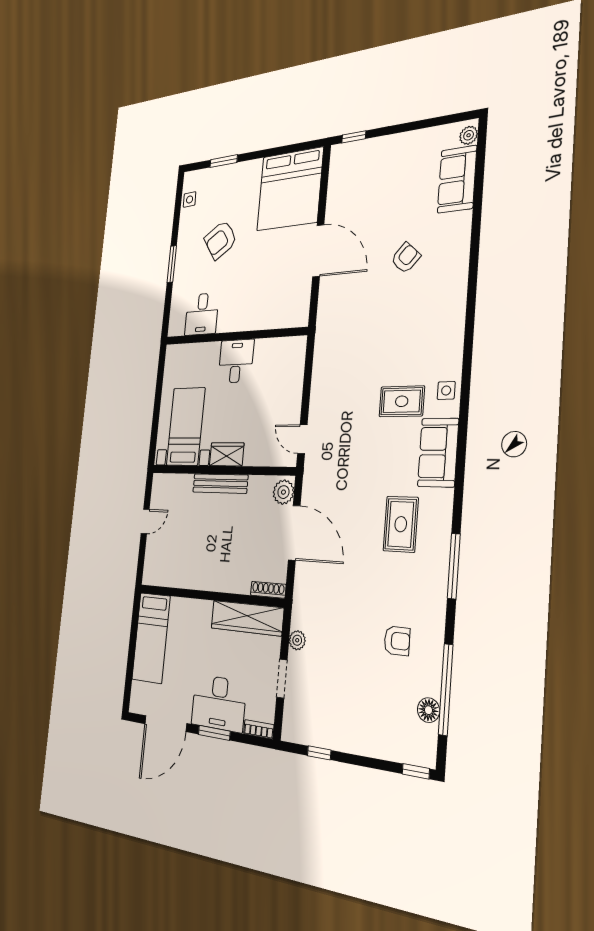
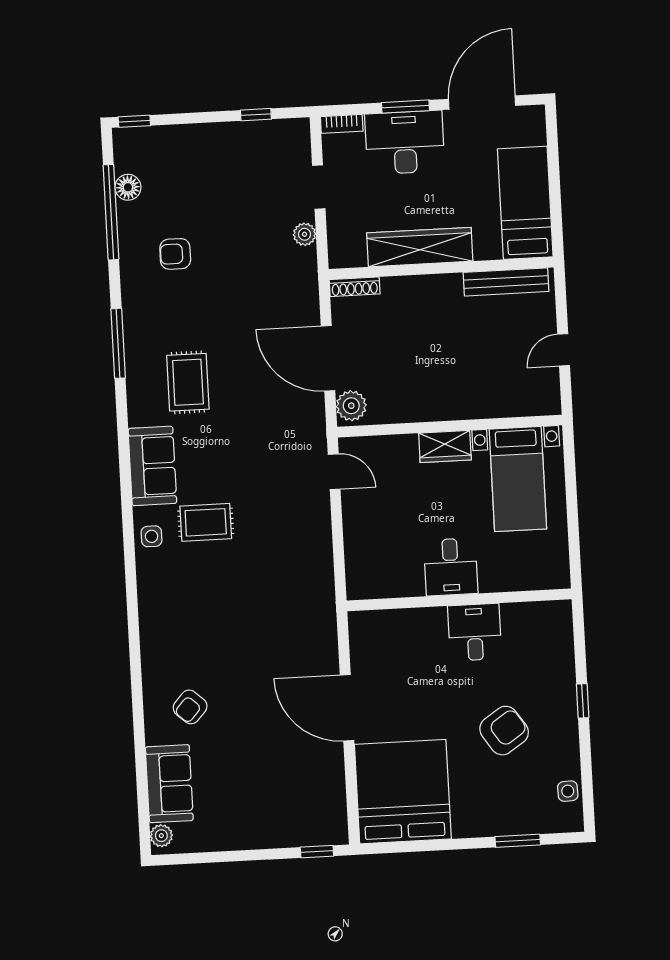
armchair: (406, 258) -> (190, 707), moved
window: (172, 264) -> (583, 701), width x0.67
desk: (202, 314) -> (475, 632), moved
bench: (220, 484) -> (506, 282), moved
wardrobe: (247, 618) -> (420, 247), moved

